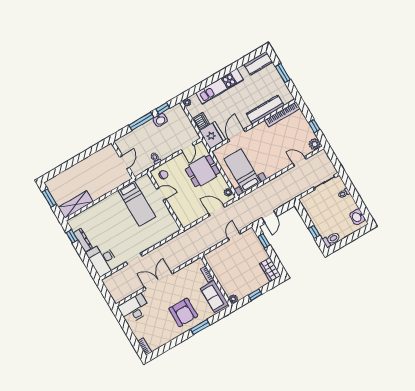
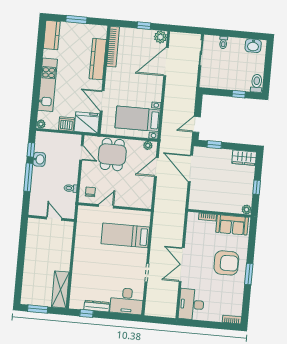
door: (299, 161) -> (166, 62), width x1.87
bed: (137, 204) -> (125, 235), moved, turned 180
door: (269, 217) -> (196, 124), swing flipped
door: (234, 236) -> (190, 168), width x1.87
window: (200, 327) -> (249, 274), moved

